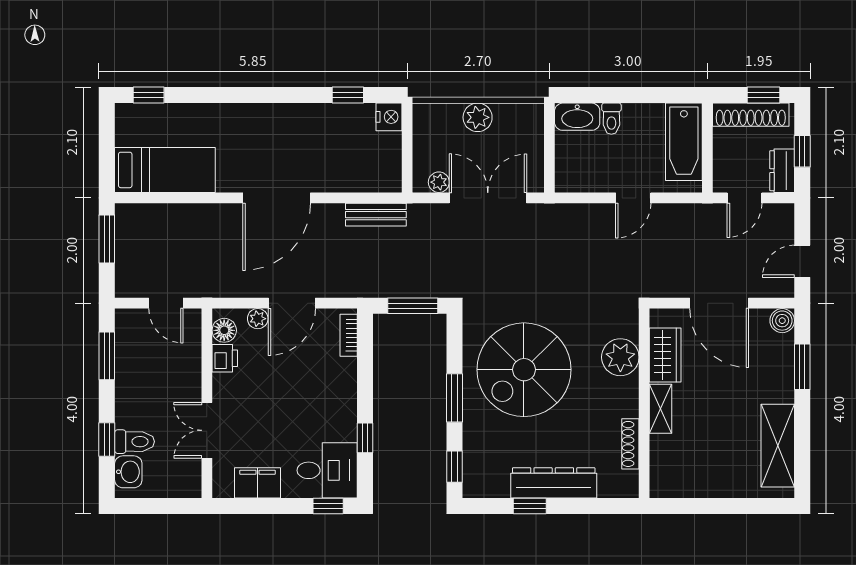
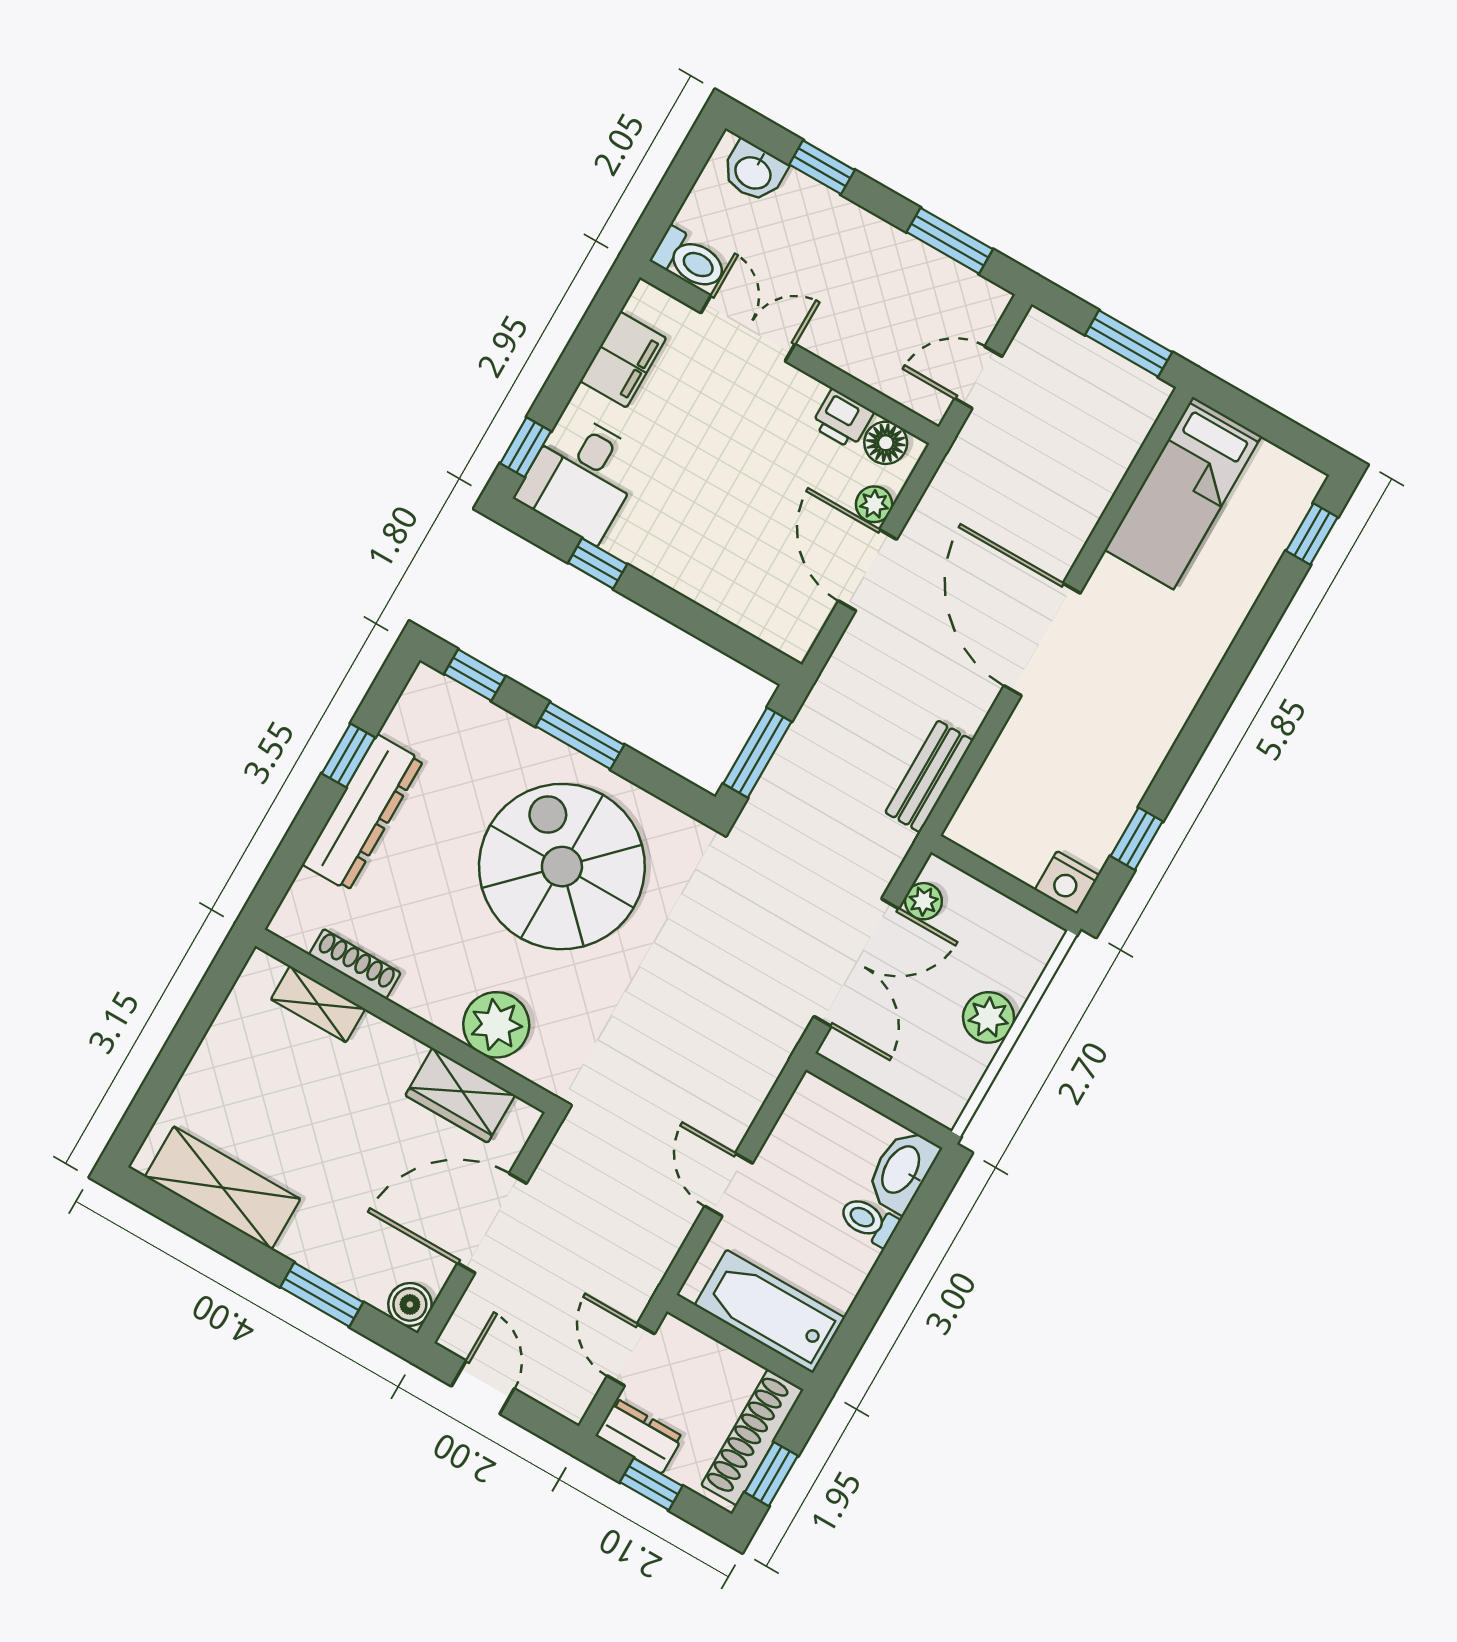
bookcase: (349, 335) -> (769, 629), removed
shelving: (661, 409) -> (318, 1004), moved
toilet: (134, 442) -> (690, 260), moved, turned -90

